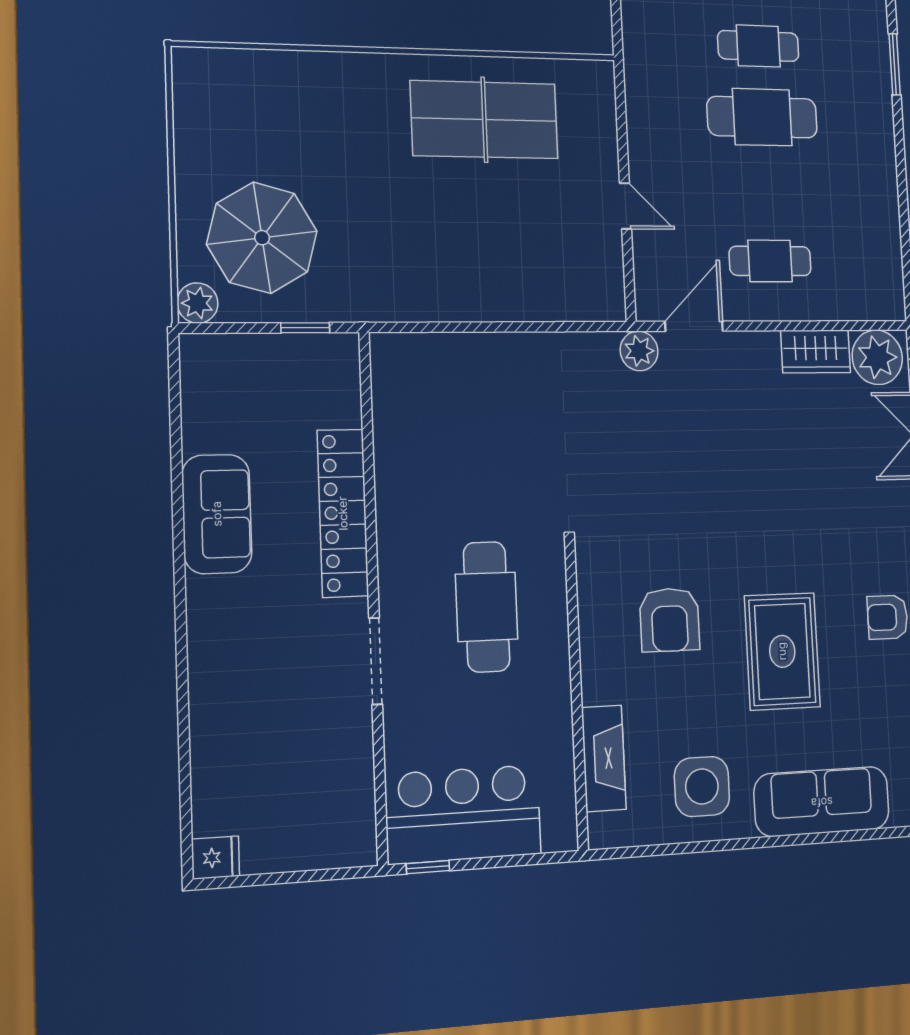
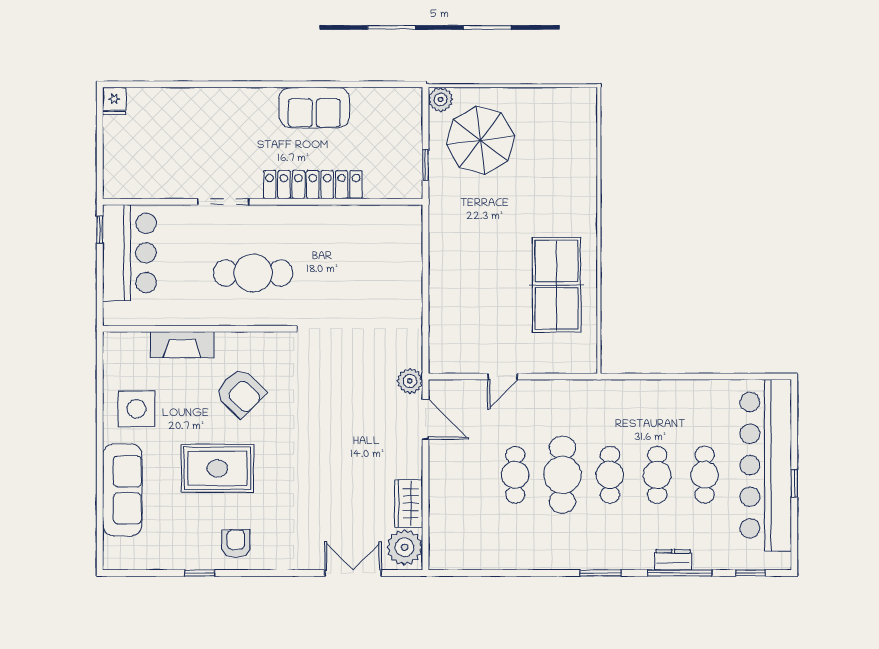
cafe table: (770, 261) -> (515, 475), moved
armchair: (670, 620) -> (240, 393), turned -136
fireplace: (604, 758) -> (182, 345), moved

